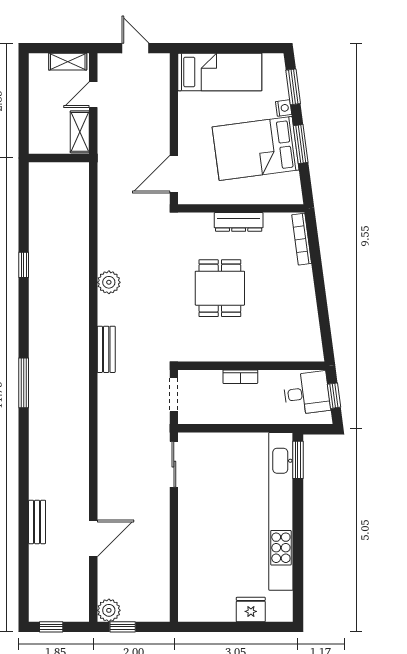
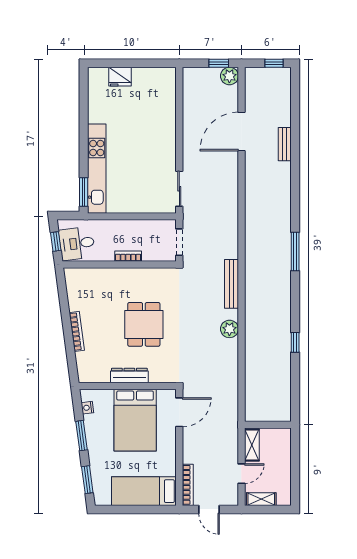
bookcase: (163, 80) -> (188, 485), added
nightstand: (284, 108) -> (87, 408), moved
bed: (256, 148) -> (135, 420), moved, turned 98
bookcase: (302, 239) -> (77, 331), moved
bench: (106, 349) -> (232, 284), width x1.36
kitchen unit: (281, 511) -> (97, 169), width x0.73
door: (93, 538) -> (241, 131), width x1.36

